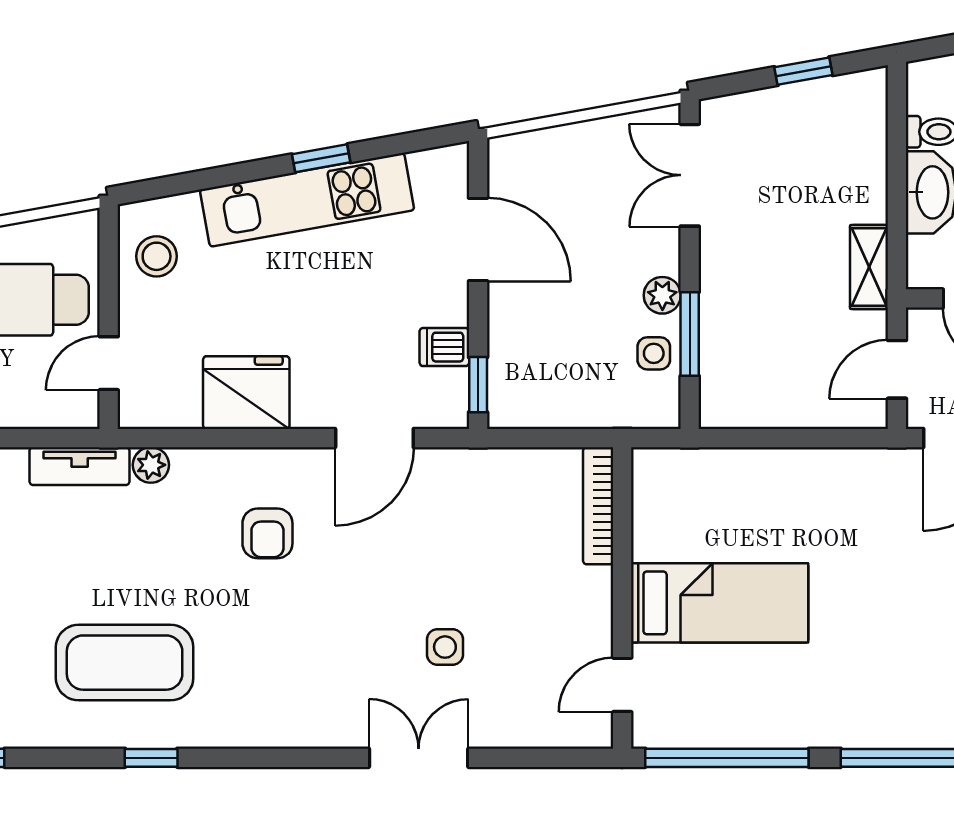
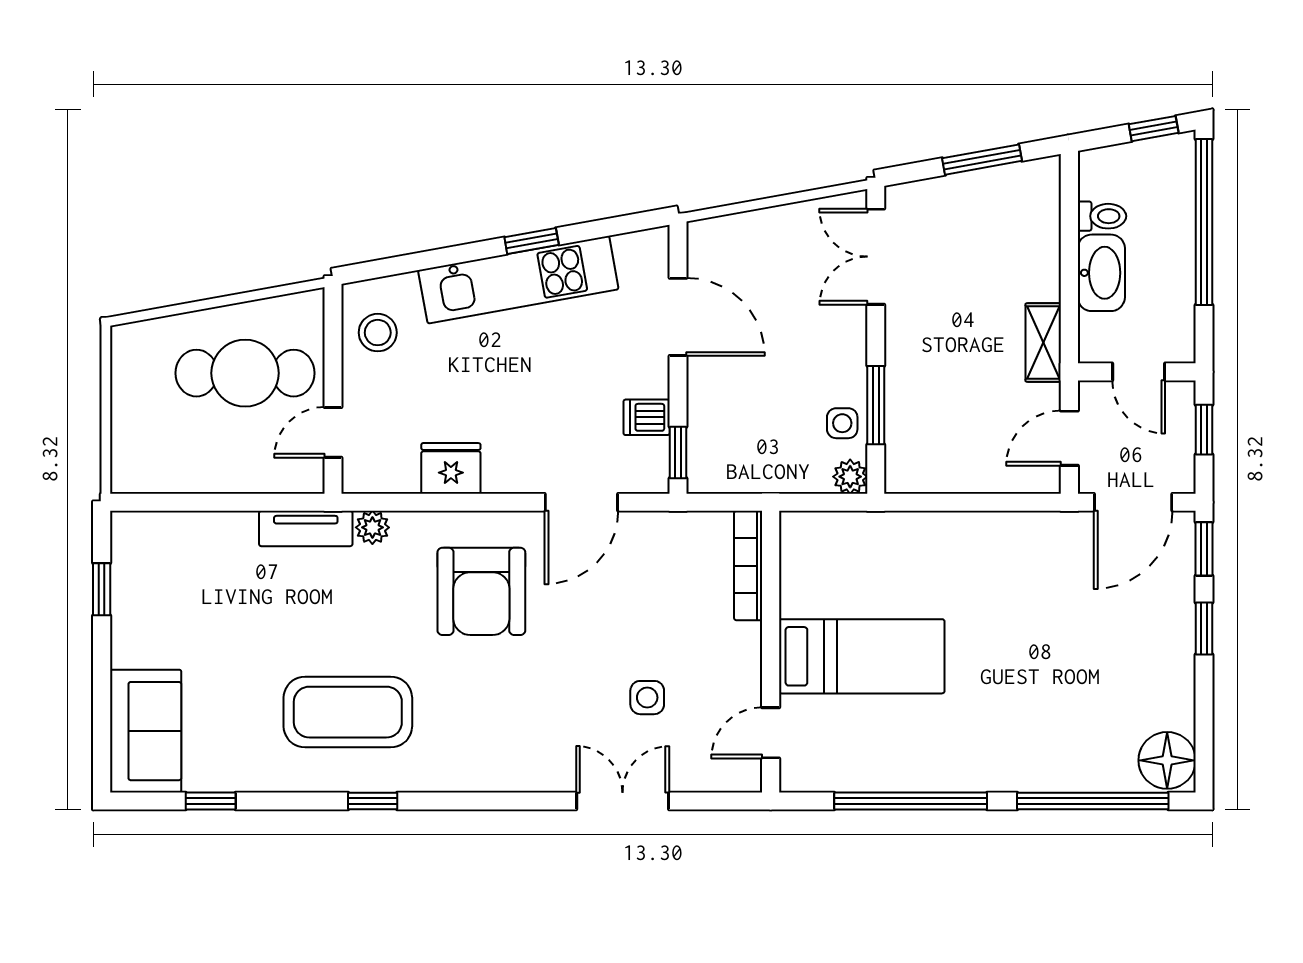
window: (803, 71) -> (982, 160), width x1.50
plant: (662, 295) -> (850, 477), moved
fridge: (246, 393) -> (451, 468), width x0.73, depth x0.75
bookcase: (598, 506) -> (748, 566), moved
armchair: (267, 533) -> (481, 591), width x1.88, depth x1.88
wall: (622, 598) -> (771, 652), moved
bed: (720, 603) -> (862, 656), moved
door: (622, 685) -> (771, 733), moved

